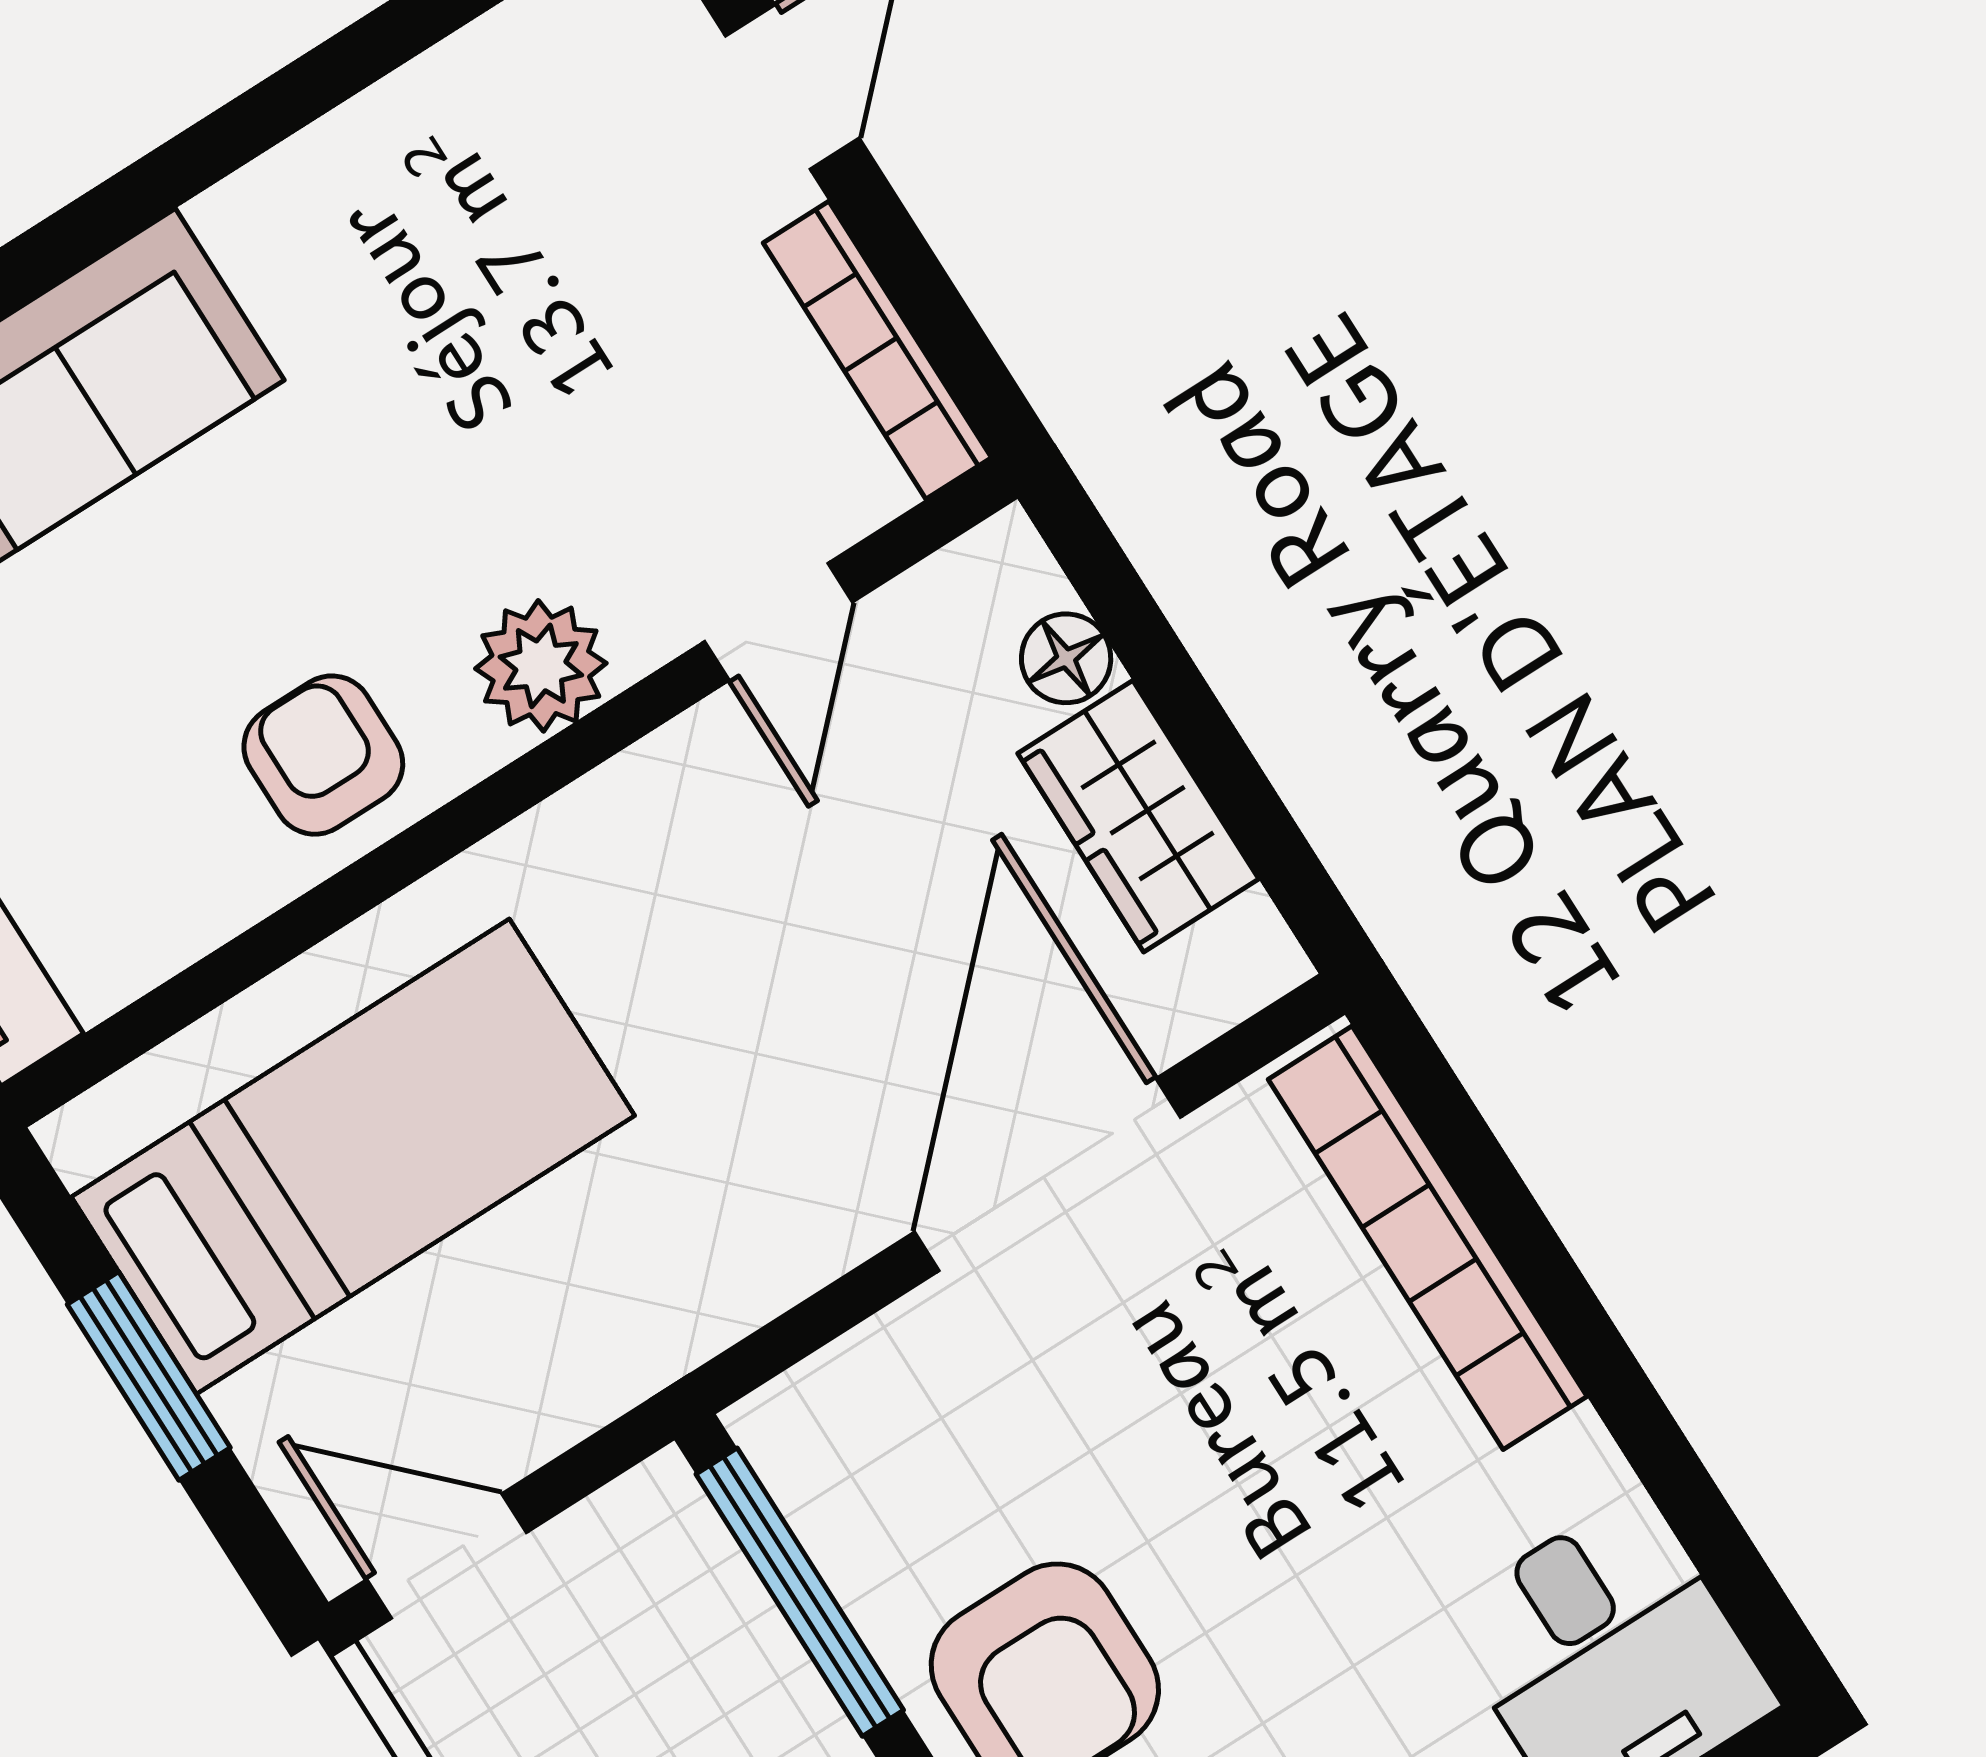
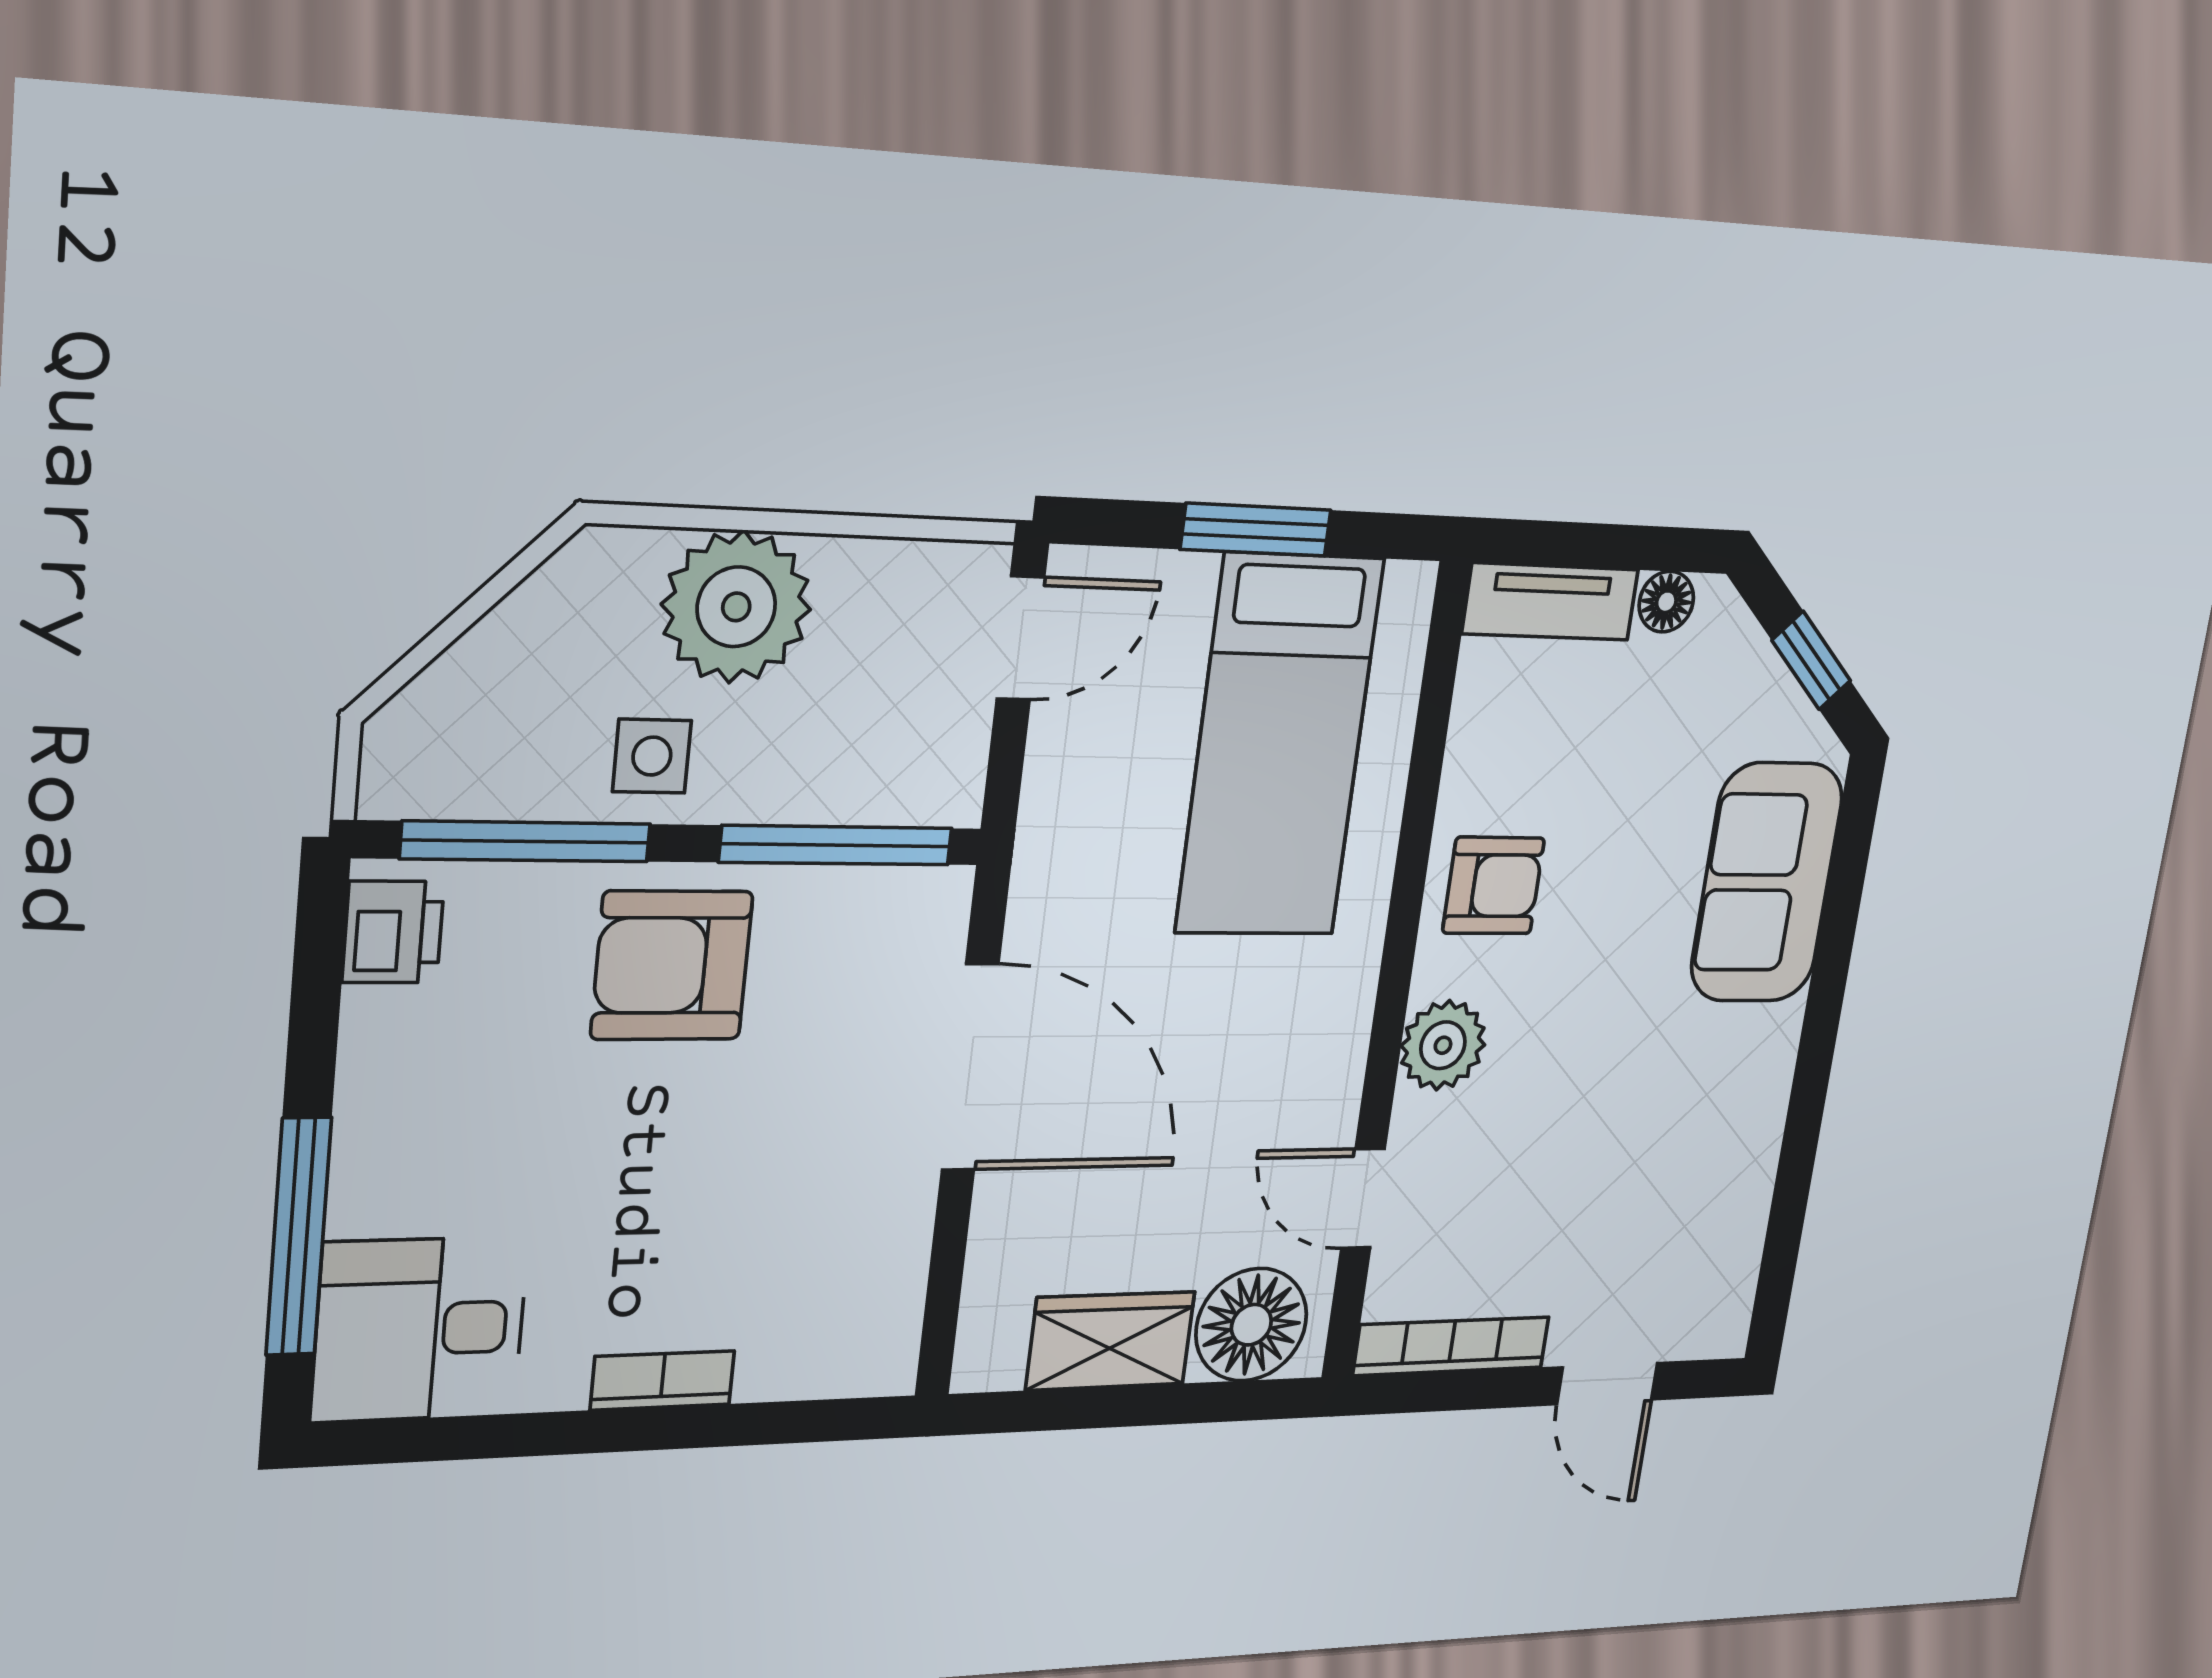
floor lamp: (1066, 658) -> (1251, 1325), width x1.89, depth x1.89
door: (1047, 1175) -> (970, 1068), moved
bookcase: (1428, 1238) -> (662, 1380), width x0.43, depth x0.76

